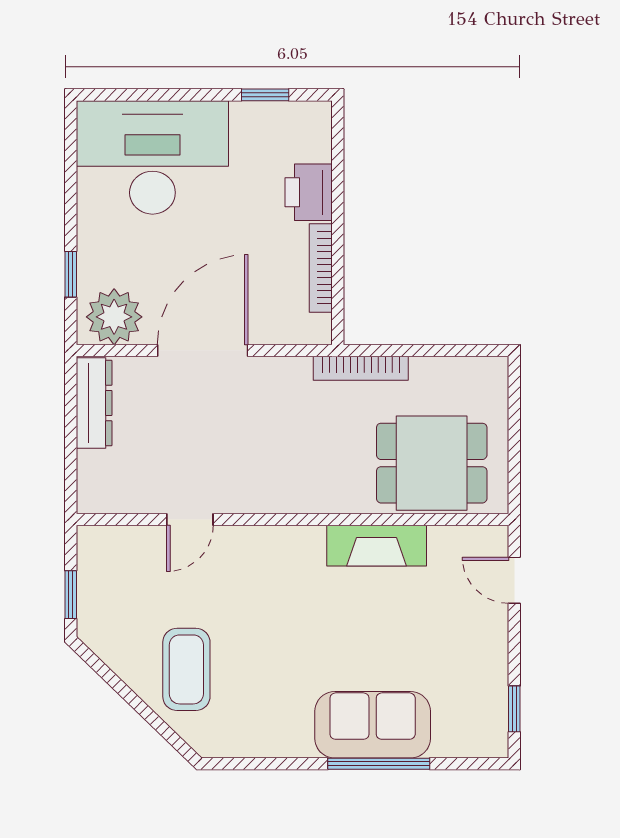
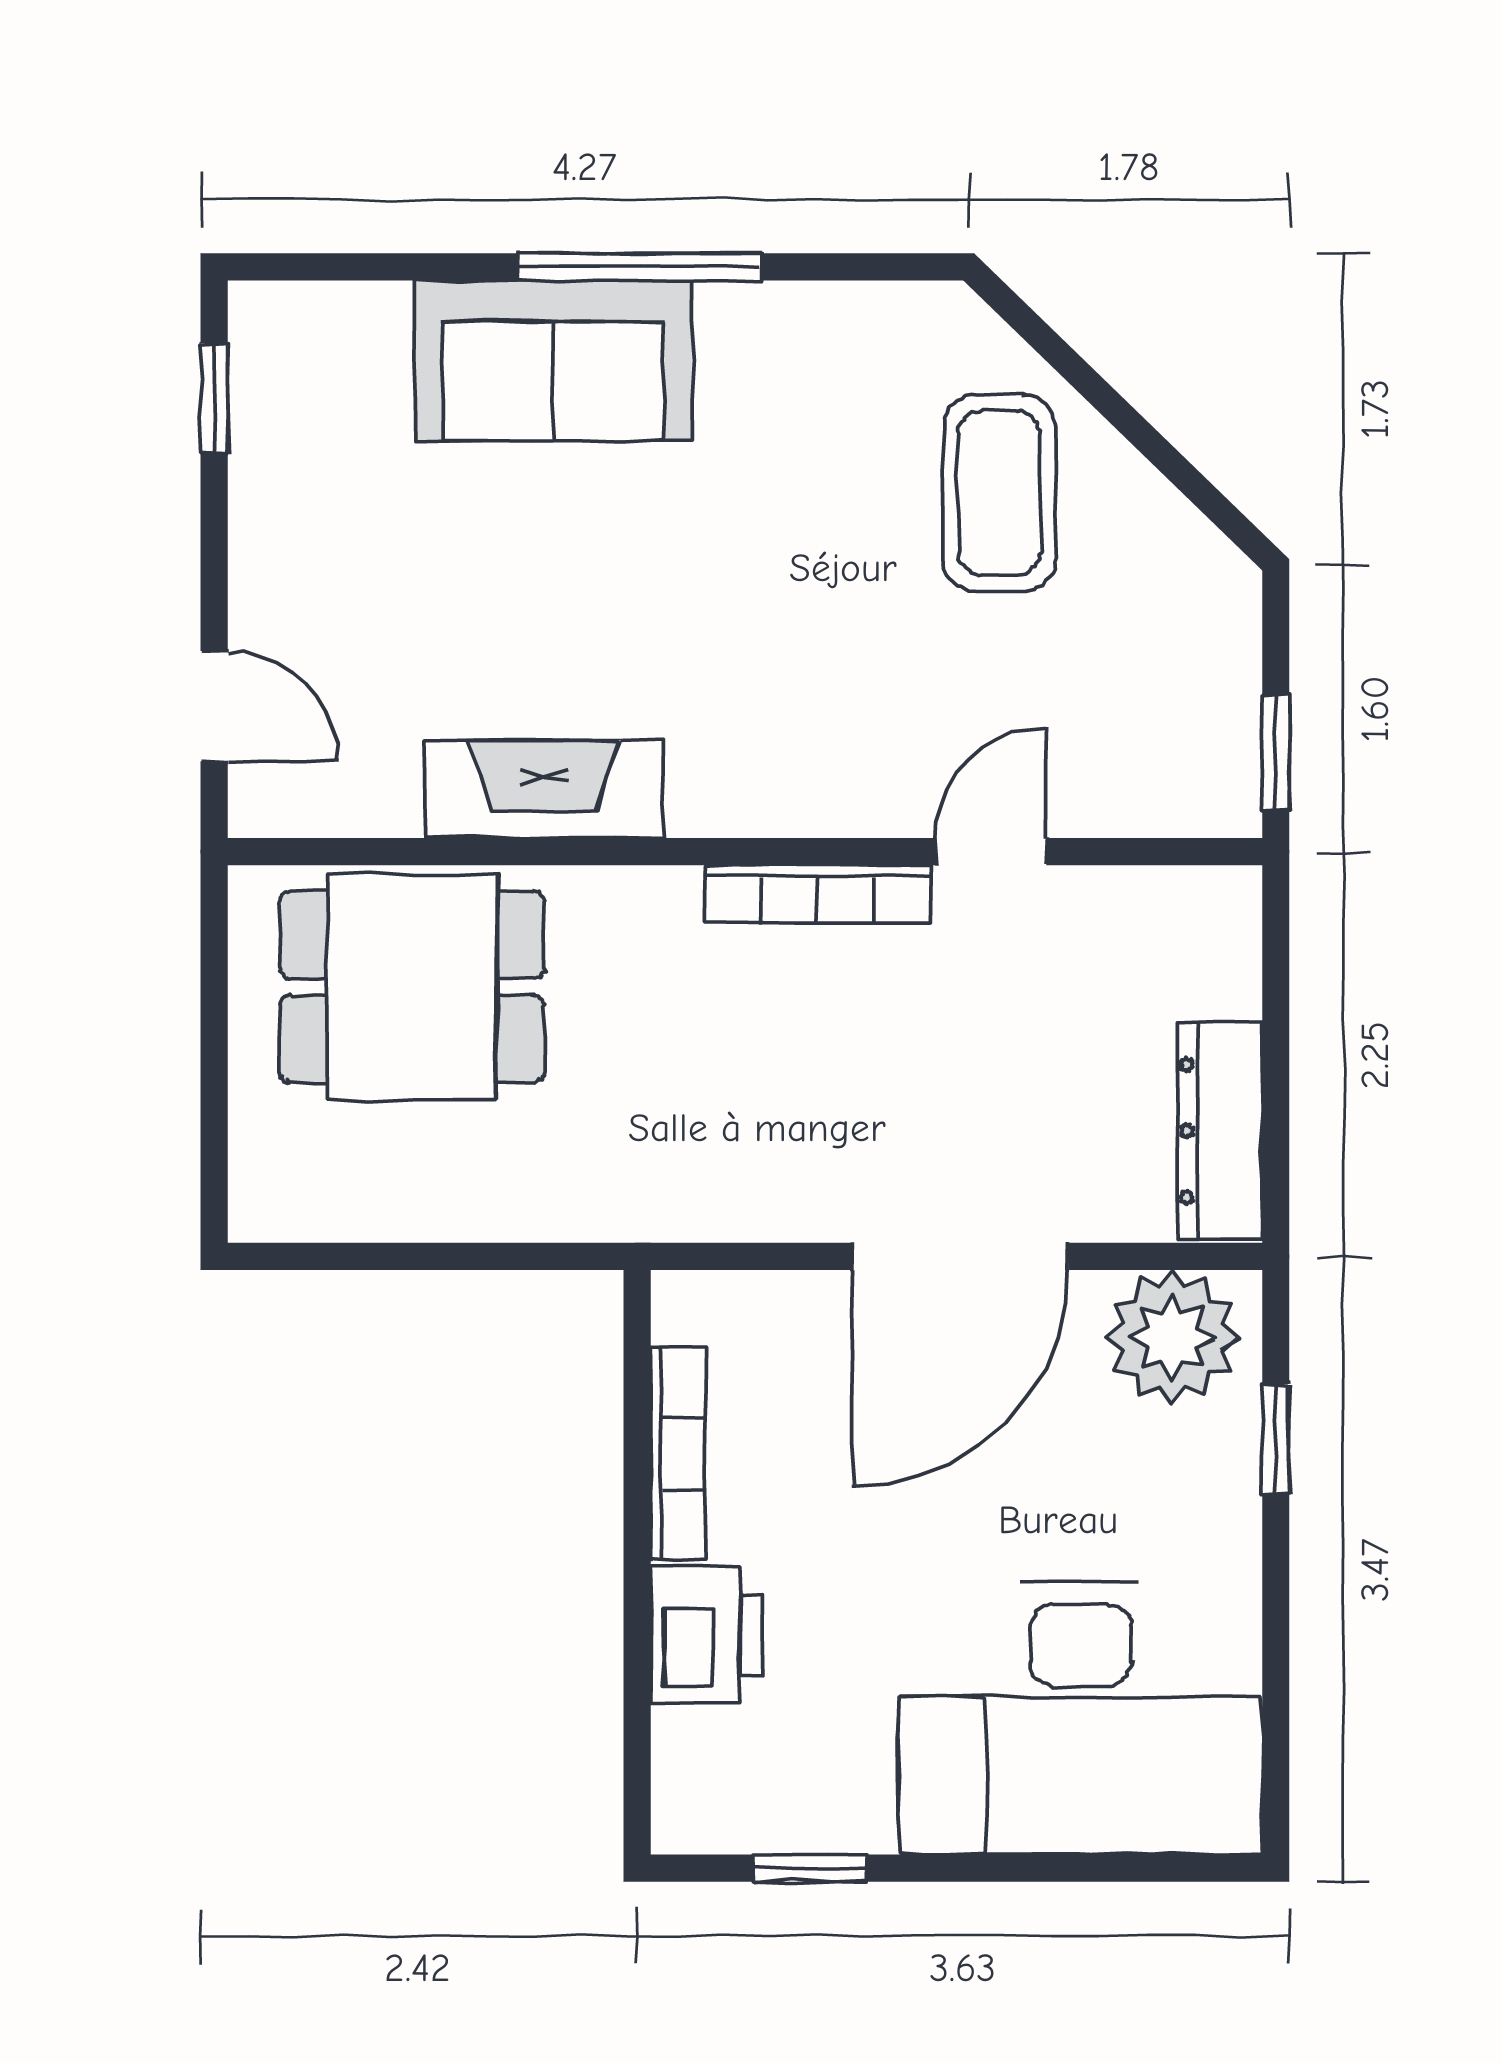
bookcase: (361, 368) -> (818, 894), moved, turned 180
window: (71, 595) -> (1276, 753), moved
window: (379, 764) -> (640, 267), moved

